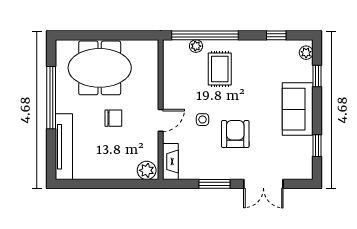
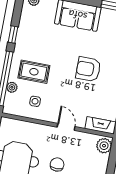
window: (276, 35) -> (13, 35), moved
side table: (202, 120) -> (35, 101), moved

